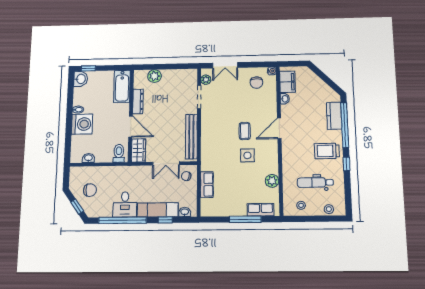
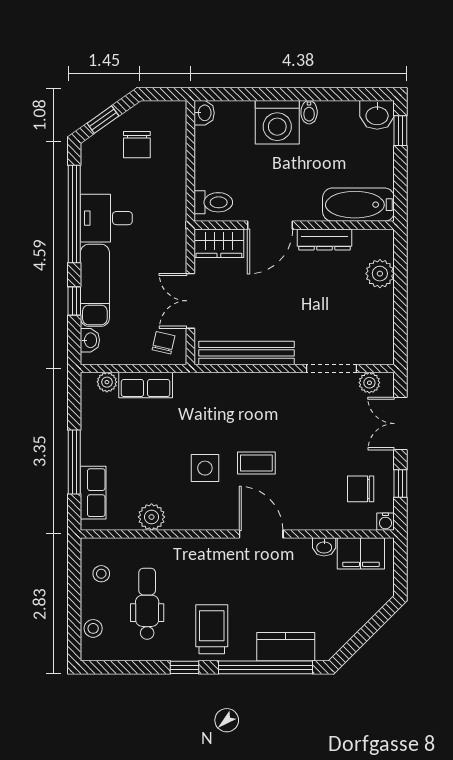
window: (254, 65) -> (400, 484), added
washbasin: (88, 158) -> (204, 113), moved
plant: (205, 203) -> (107, 382), added

